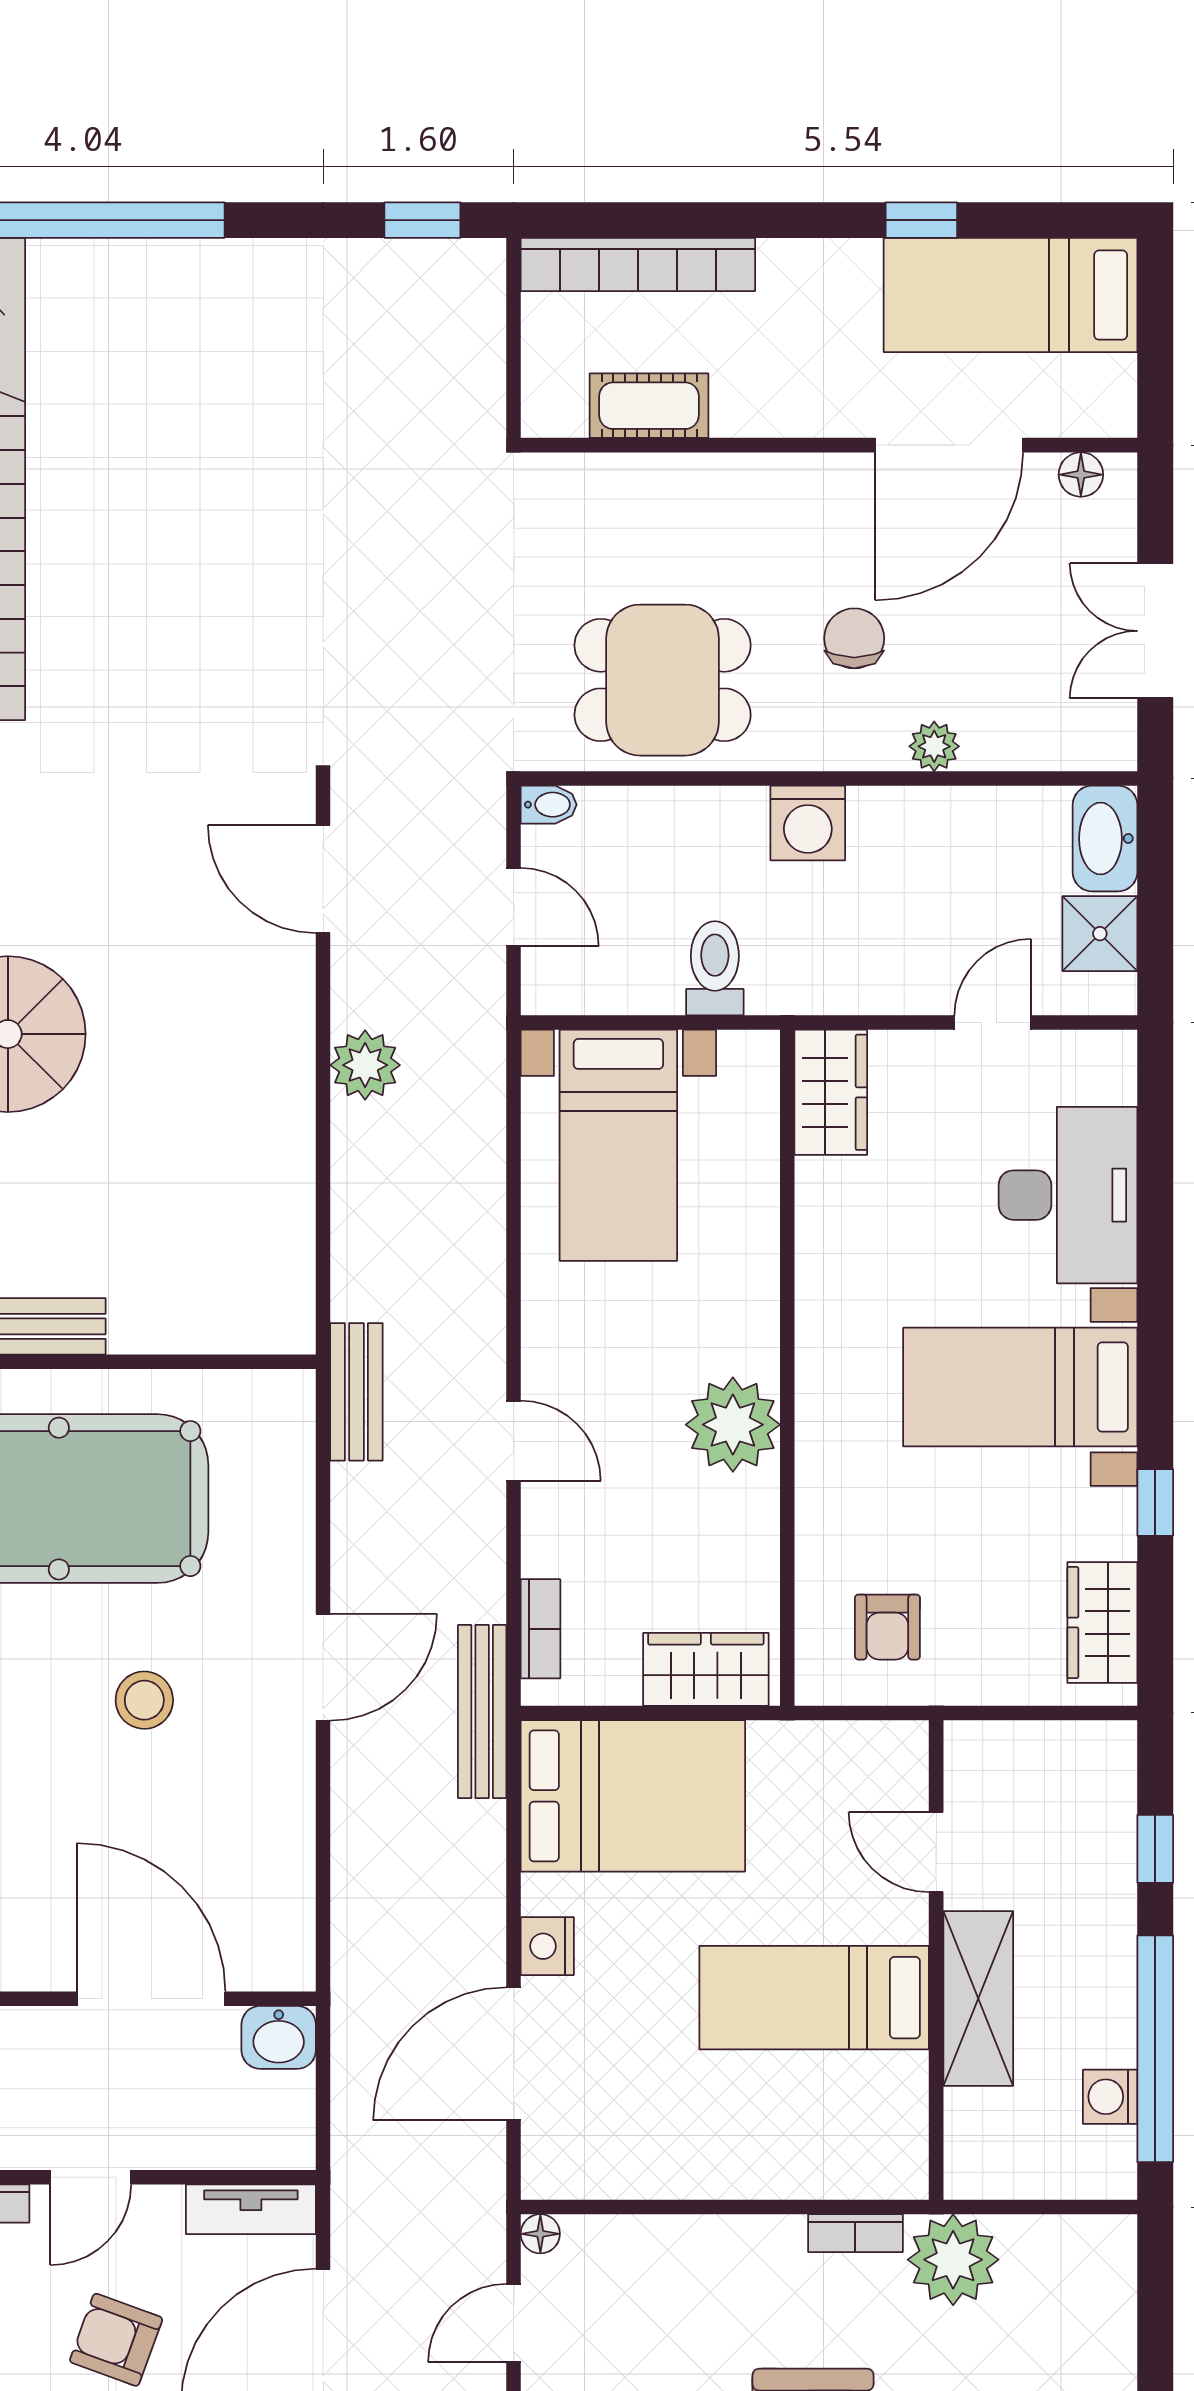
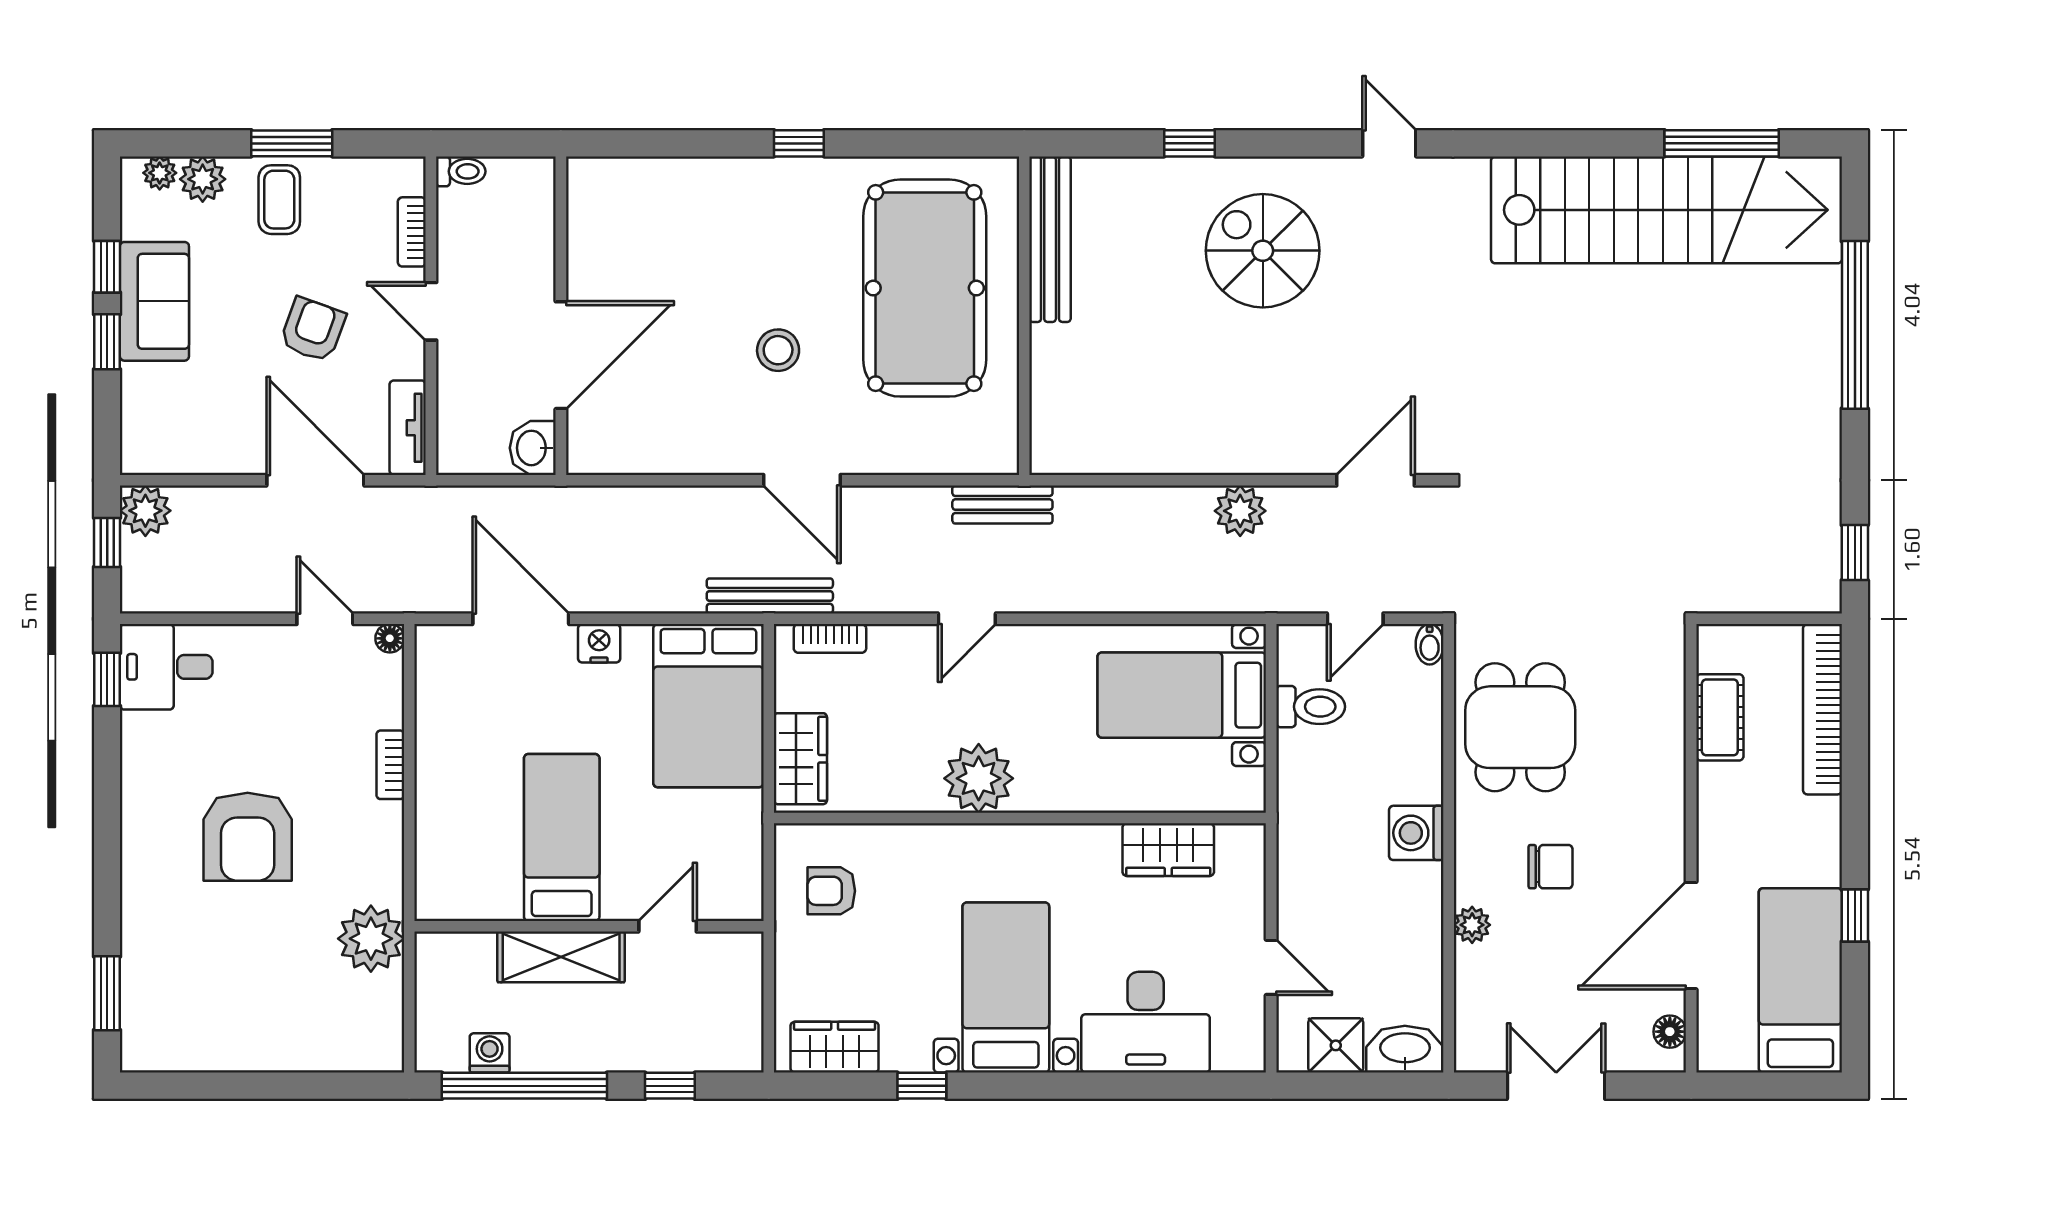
door: (949, 445) -> (1691, 936), hinge flipped
toilet: (715, 968) -> (1311, 707), moved
wardrobe: (831, 1092) -> (1168, 850), moved
bookcase: (855, 2233) -> (390, 765), moved

